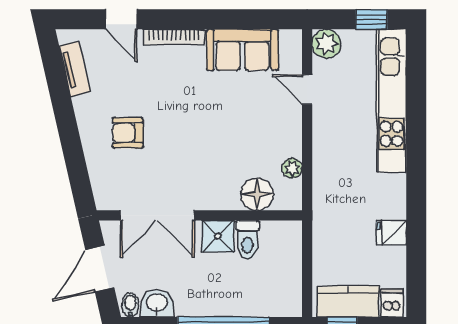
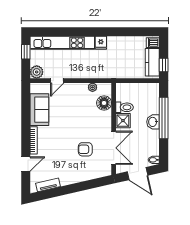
armchair: (128, 133) -> (85, 149), moved, turned 90
fridge: (391, 232) -> (101, 43), moved
washbasin: (157, 303) -> (153, 122), moved

